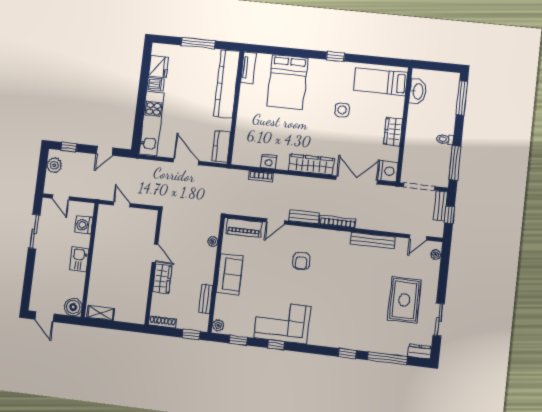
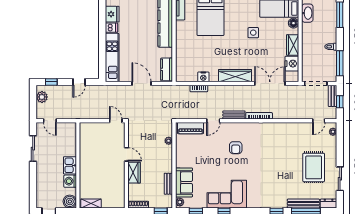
floor lamp: (398, 103) -> (293, 23), added
nightstand: (388, 171) -> (292, 64), moved
door: (122, 204) -> (116, 121), moved
washing machine: (84, 225) -> (70, 181), moved
bench: (373, 241) -> (303, 204), moved
sofa: (230, 274) -> (184, 182), moved

